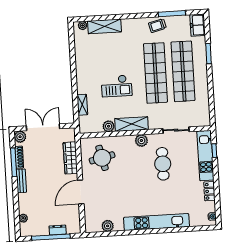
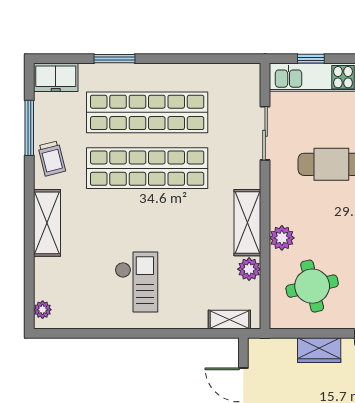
shelving: (104, 26) -> (47, 223), moved
checkout: (117, 86) -> (136, 282), moved
shelving: (82, 105) -> (229, 320), moved
plant: (141, 141) -> (282, 238), moved
wardrobe: (70, 158) -> (319, 350), width x0.67

